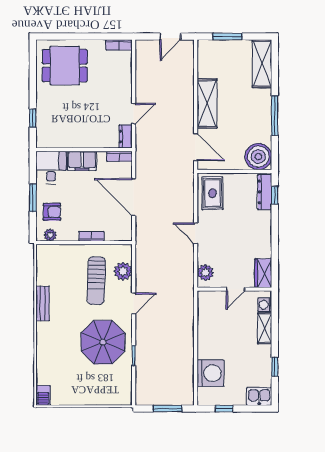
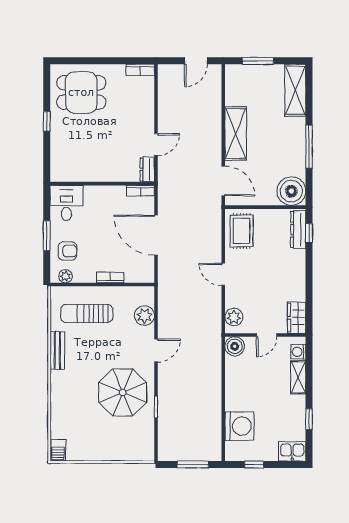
window: (33, 118) -> (47, 121), moved
filing cabinet: (82, 161) -> (100, 196), removed
sun lounger: (96, 281) -> (87, 313), moved, turned 88
boiler: (206, 300) -> (235, 346), added

